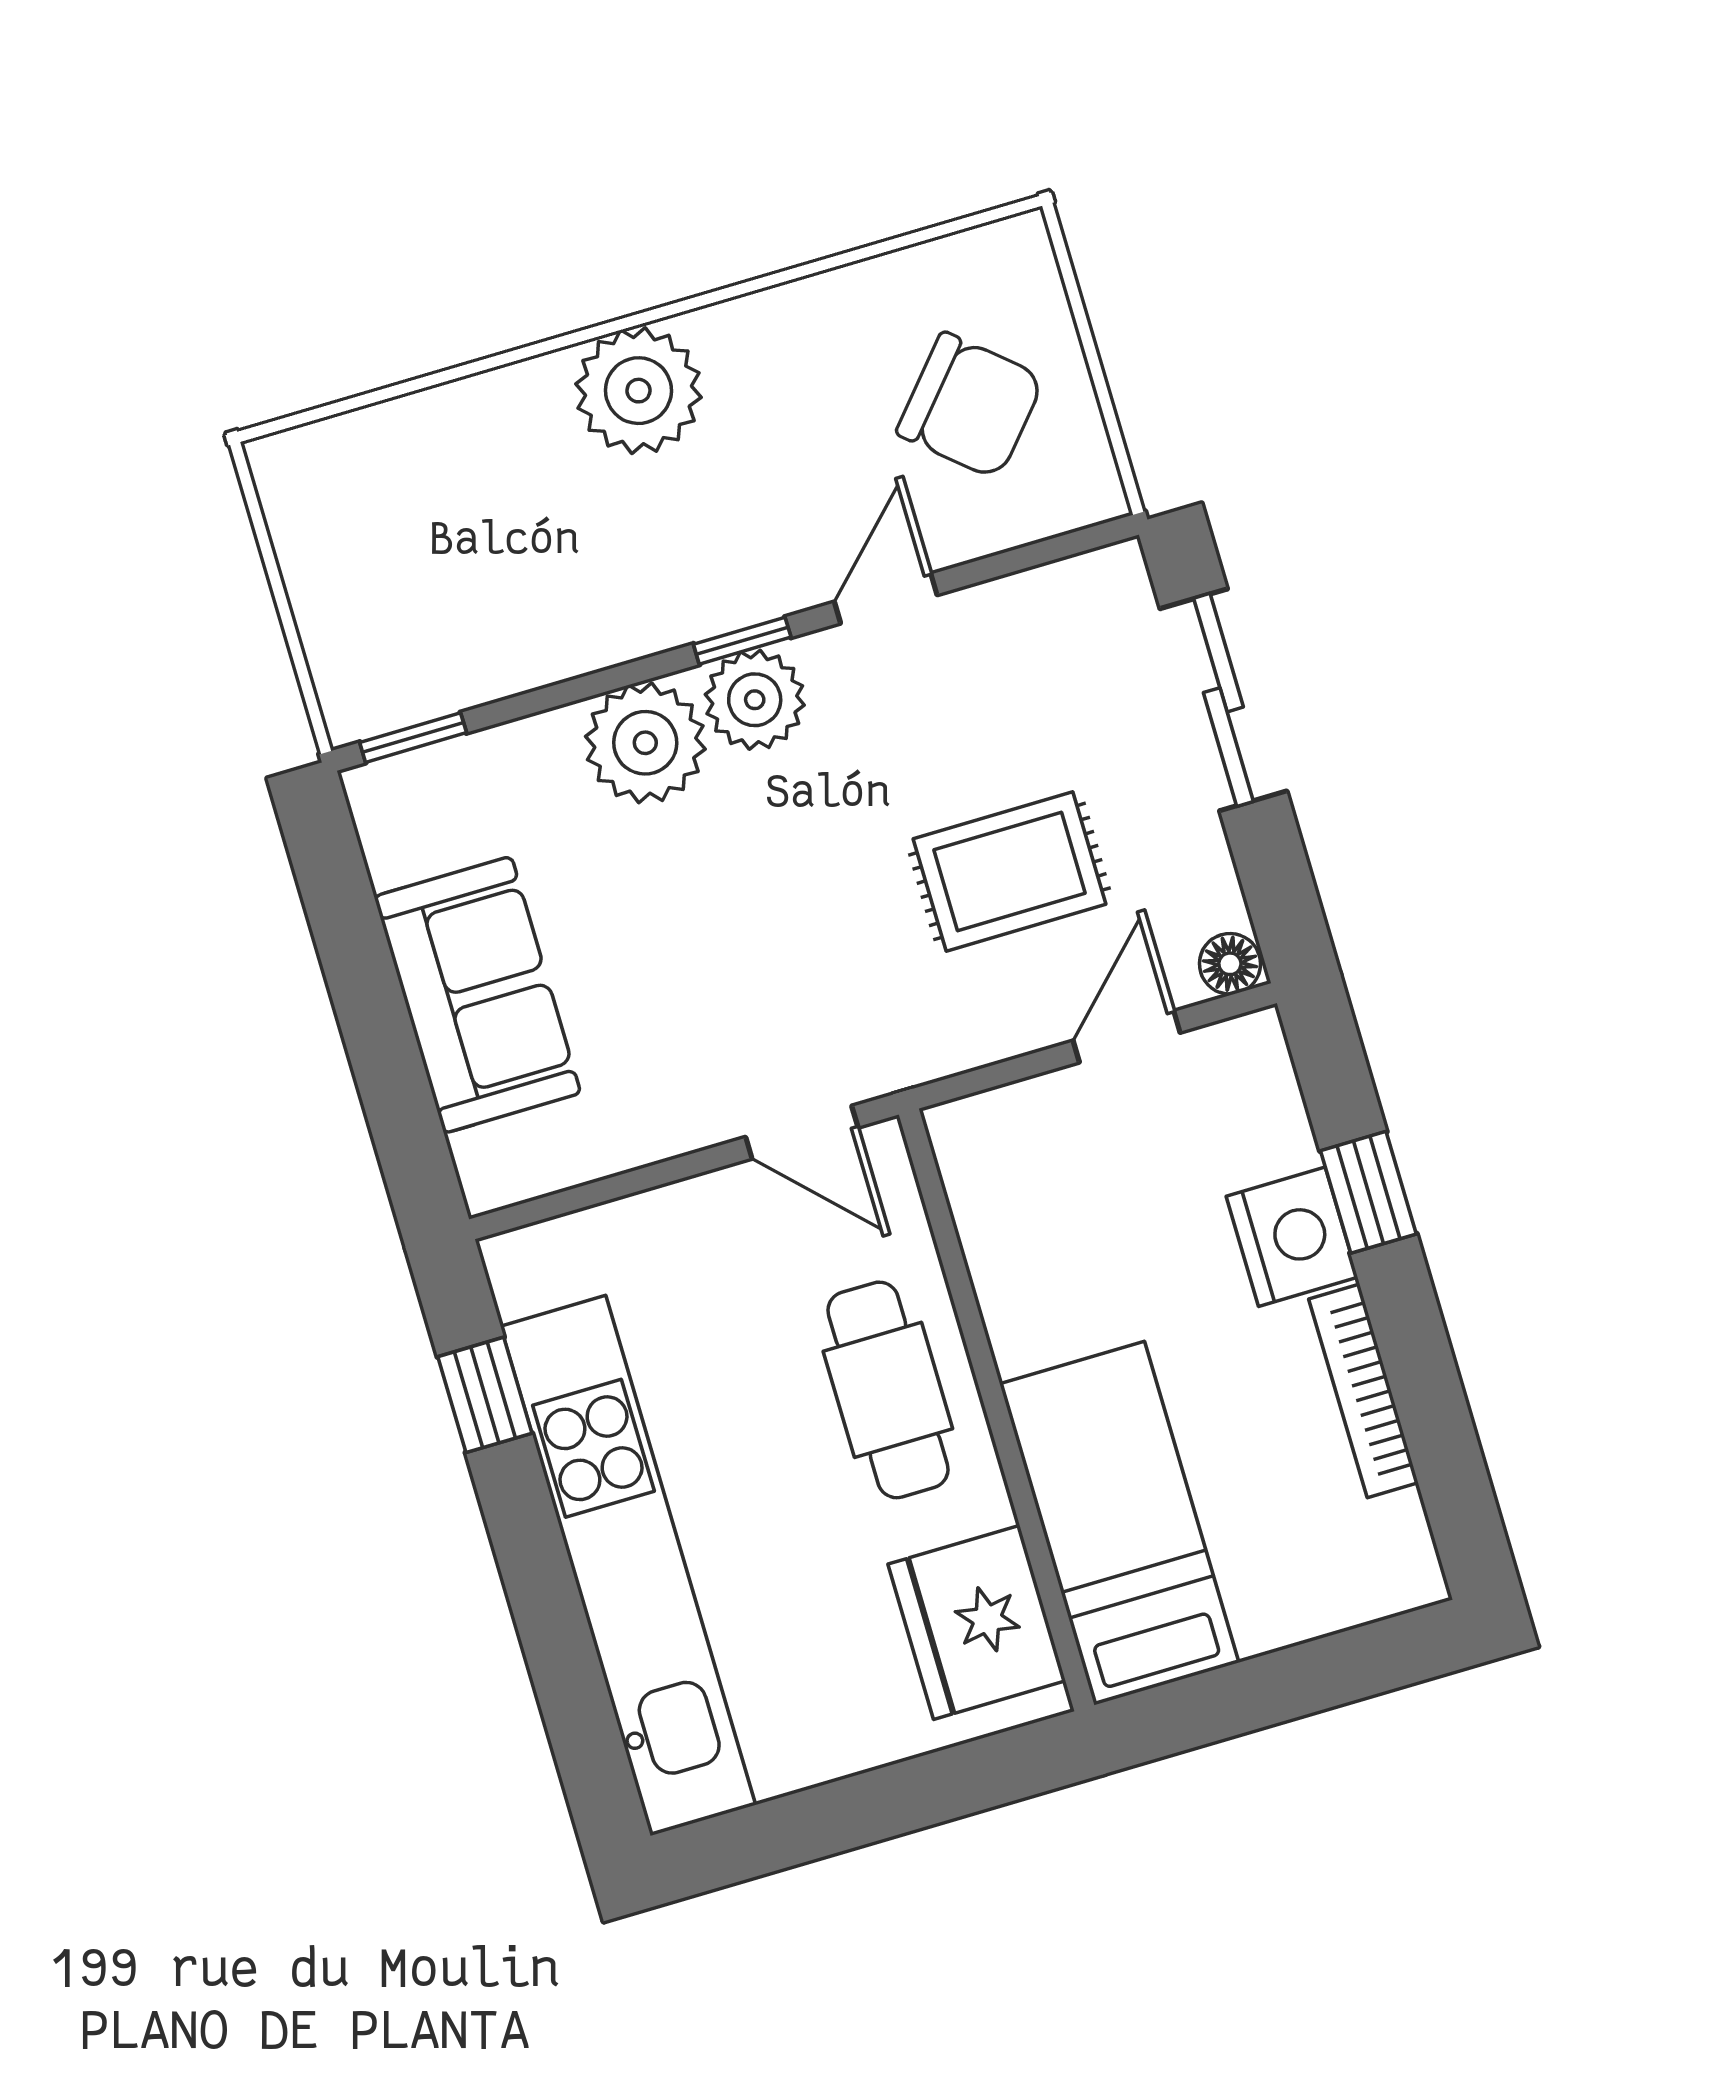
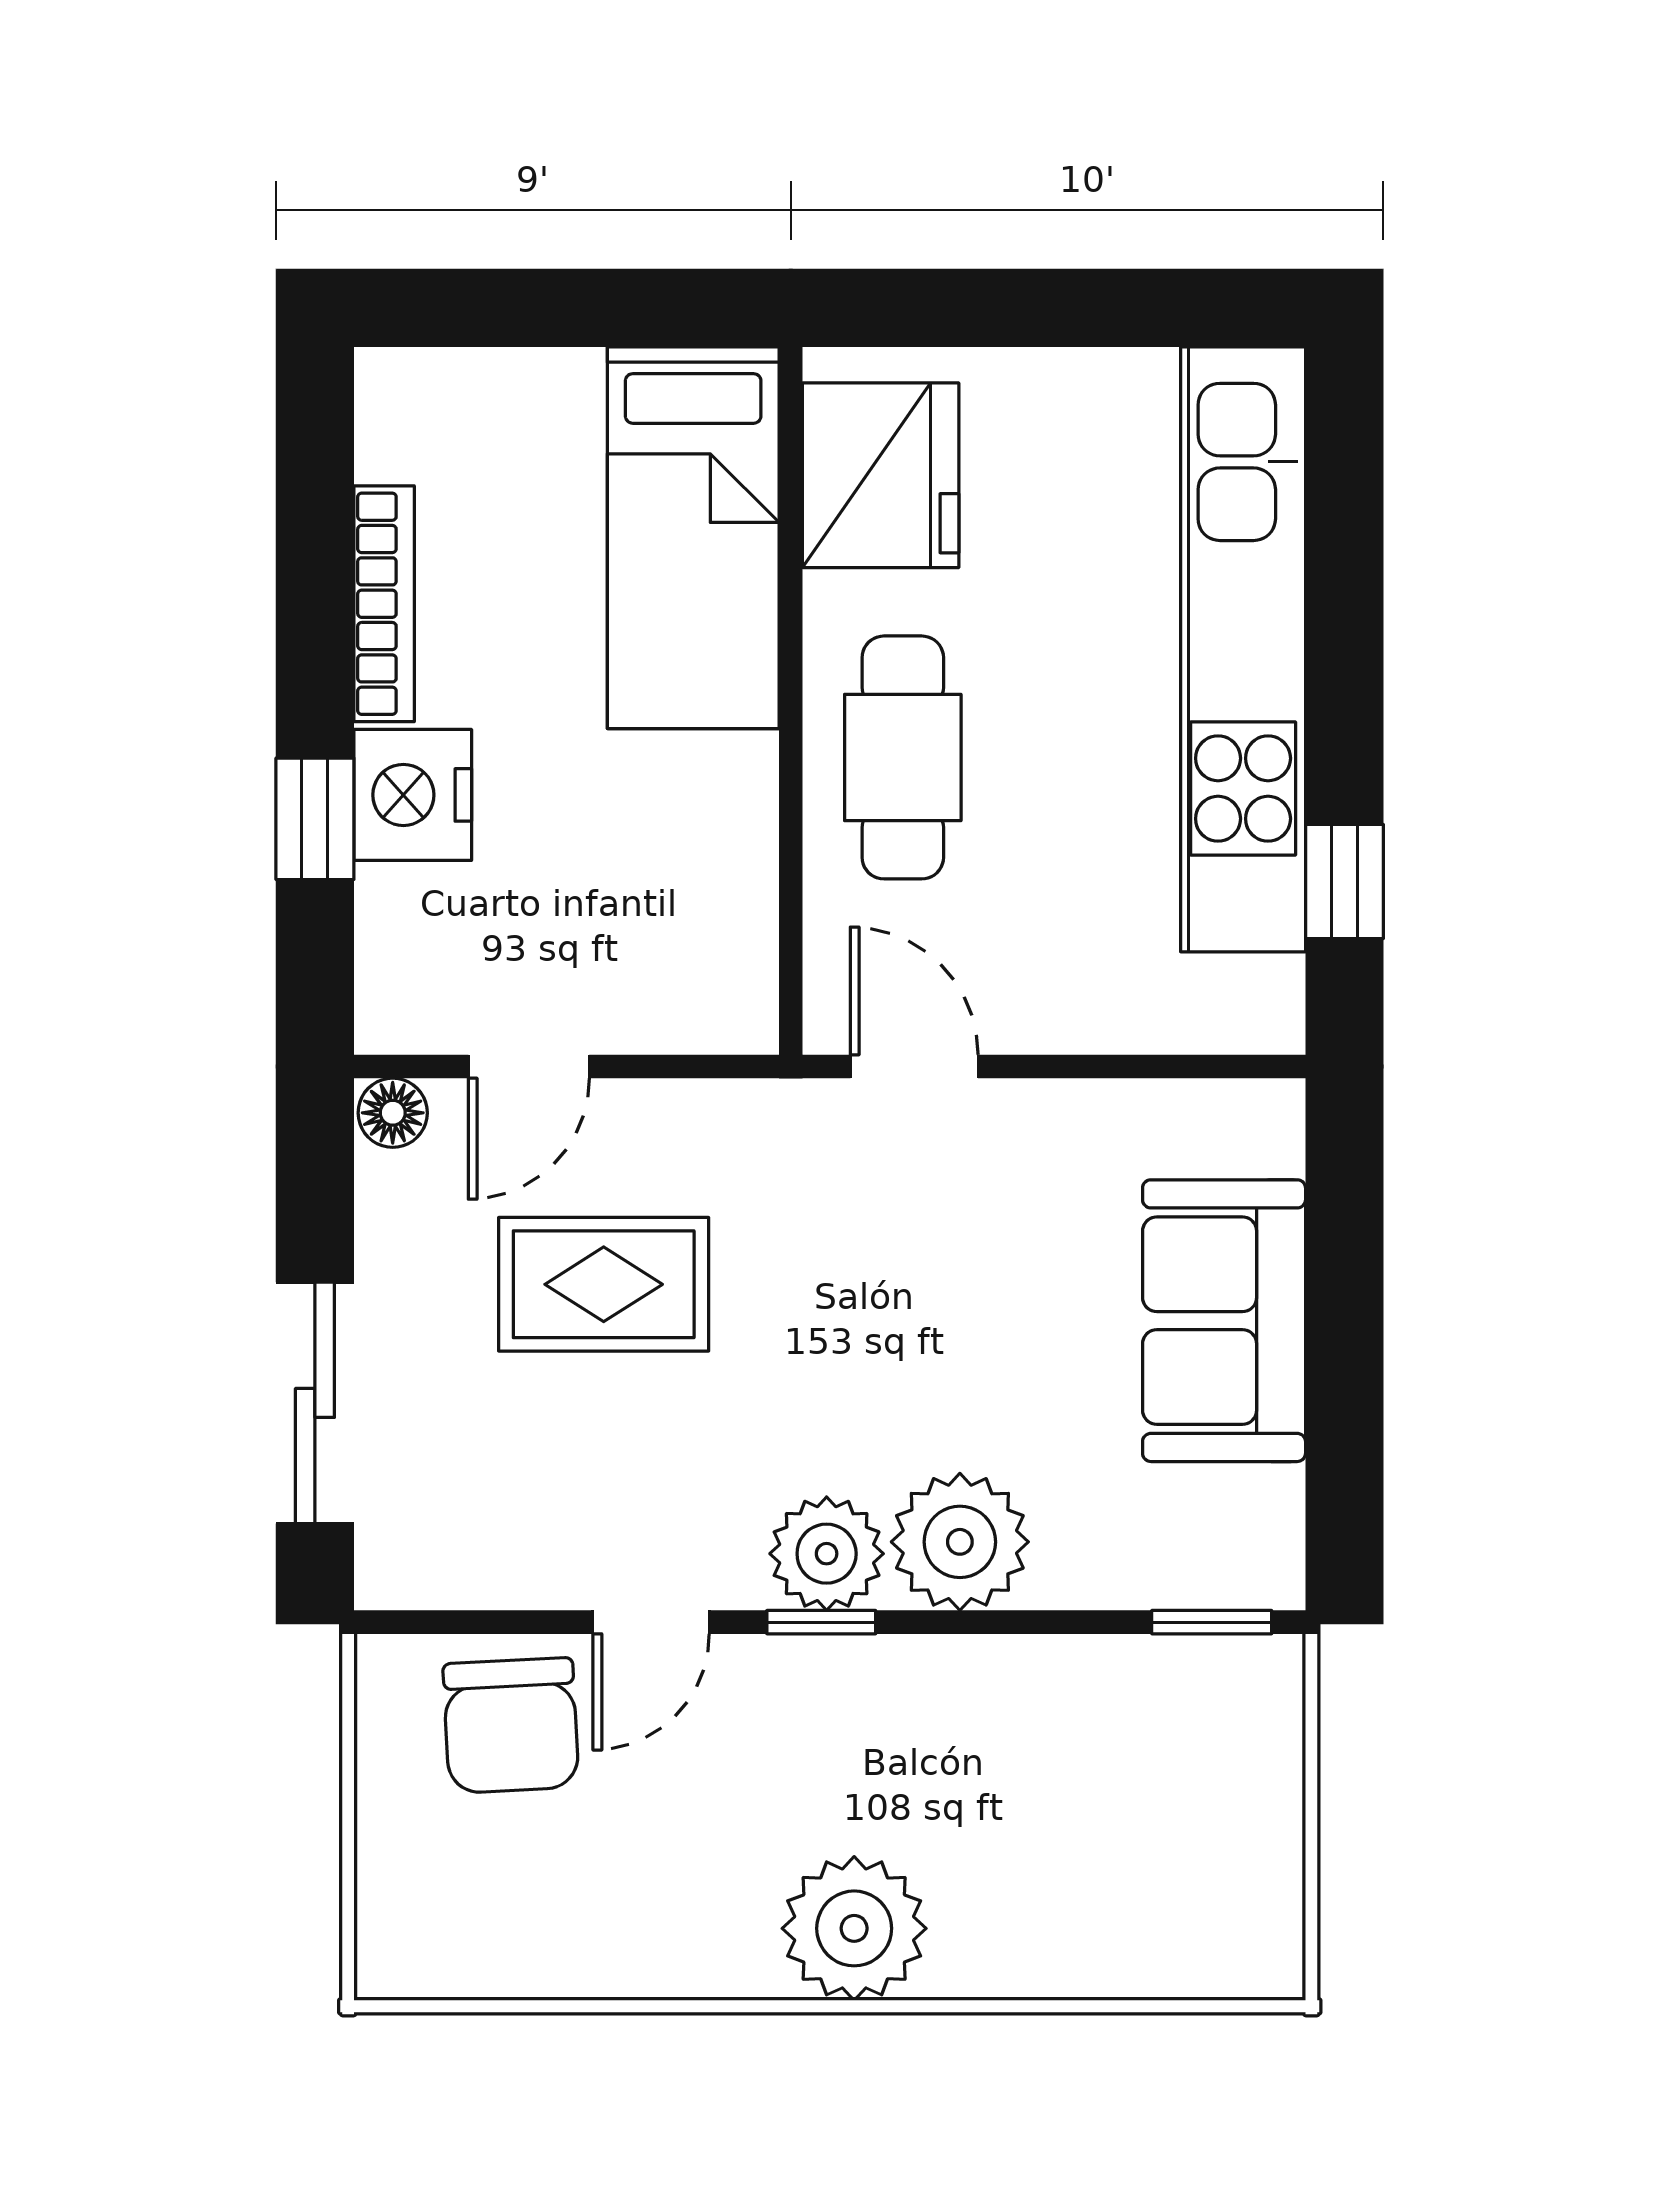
chair: (970, 406) -> (511, 1725), moved, turned -134

